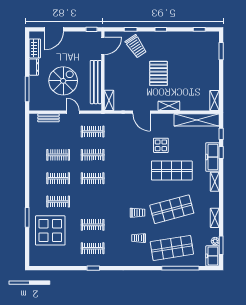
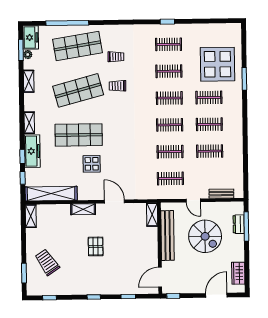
trolley: (136, 46) -> (47, 262), moved
dresser: (34, 67) -> (239, 224), moved
pallet: (158, 73) -> (96, 246), width x0.67, depth x0.71
spiral stairs: (63, 81) -> (205, 236), turned -90
clothes rail: (93, 202) -> (169, 98), added

